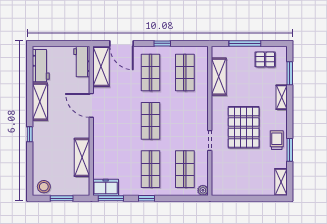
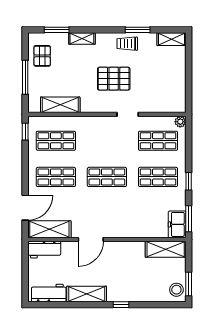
window: (162, 43) -> (25, 132), moved
pallet: (244, 127) -> (114, 79), width x0.73, depth x0.71
shelving: (82, 157) -> (166, 249), moved
window: (62, 198) -> (189, 284), moved

